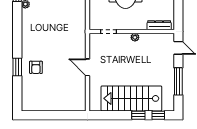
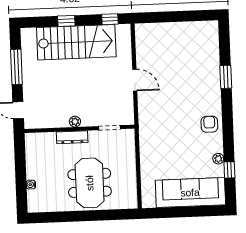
dresser: (159, 25) -> (72, 137), moved
armchair: (36, 67) -> (209, 124), moved
window: (158, 115) -> (110, 19), moved

